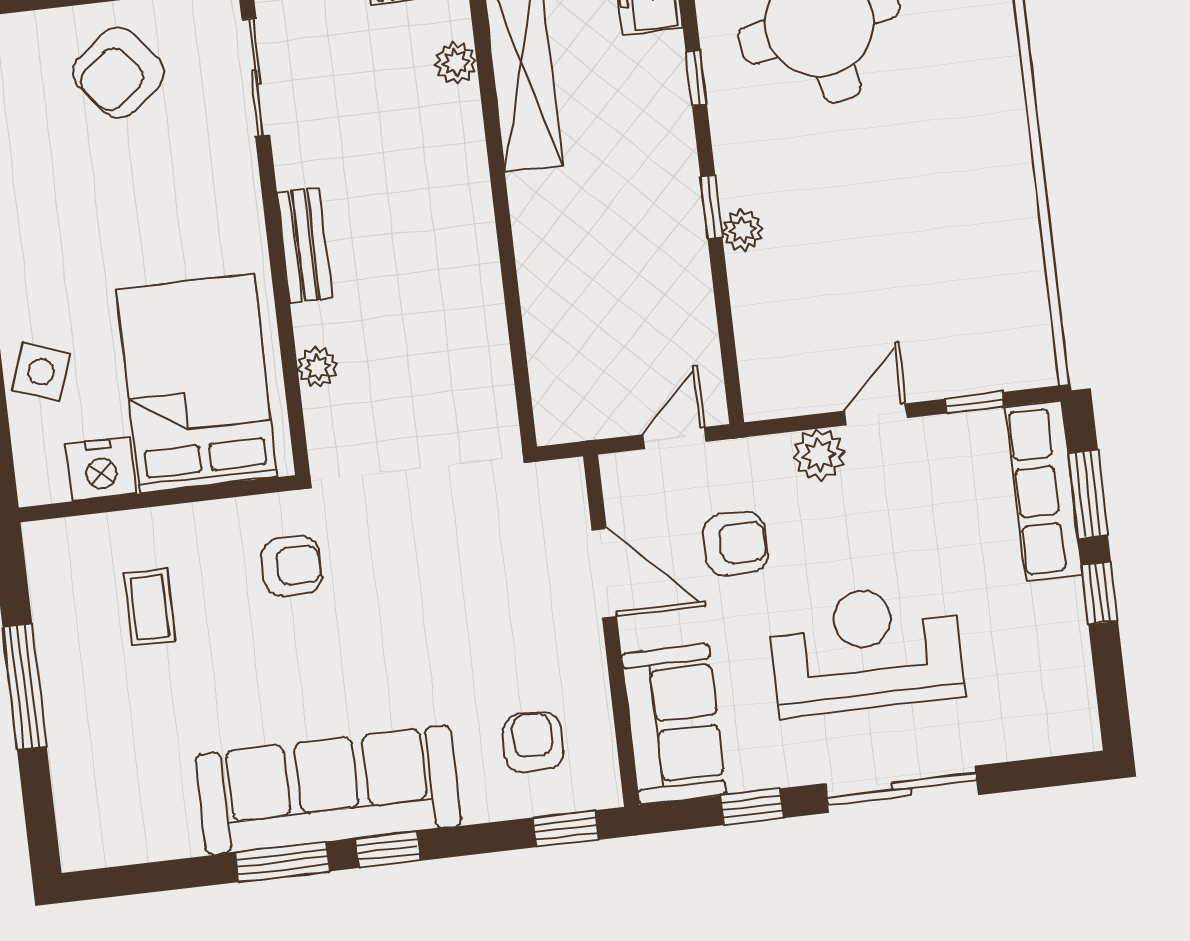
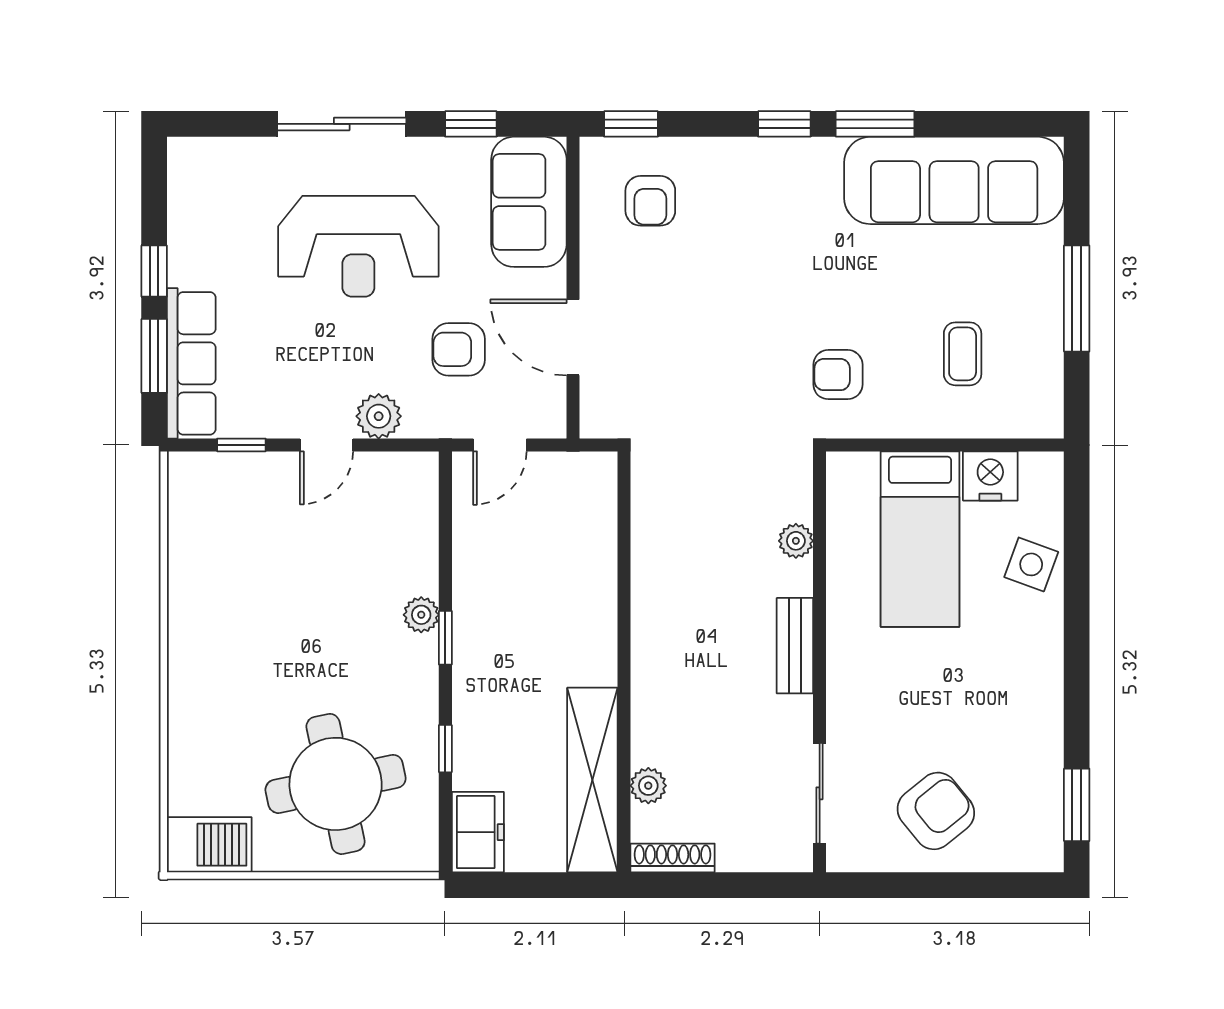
bed: (197, 383) -> (920, 539), width x0.67
sofa: (328, 790) -> (954, 180), moved

